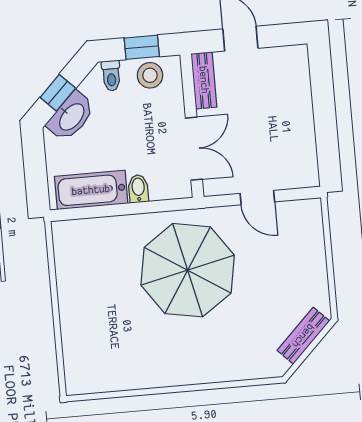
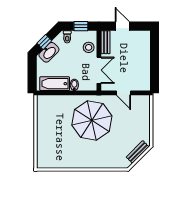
stool: (150, 75) -> (89, 47), moved

